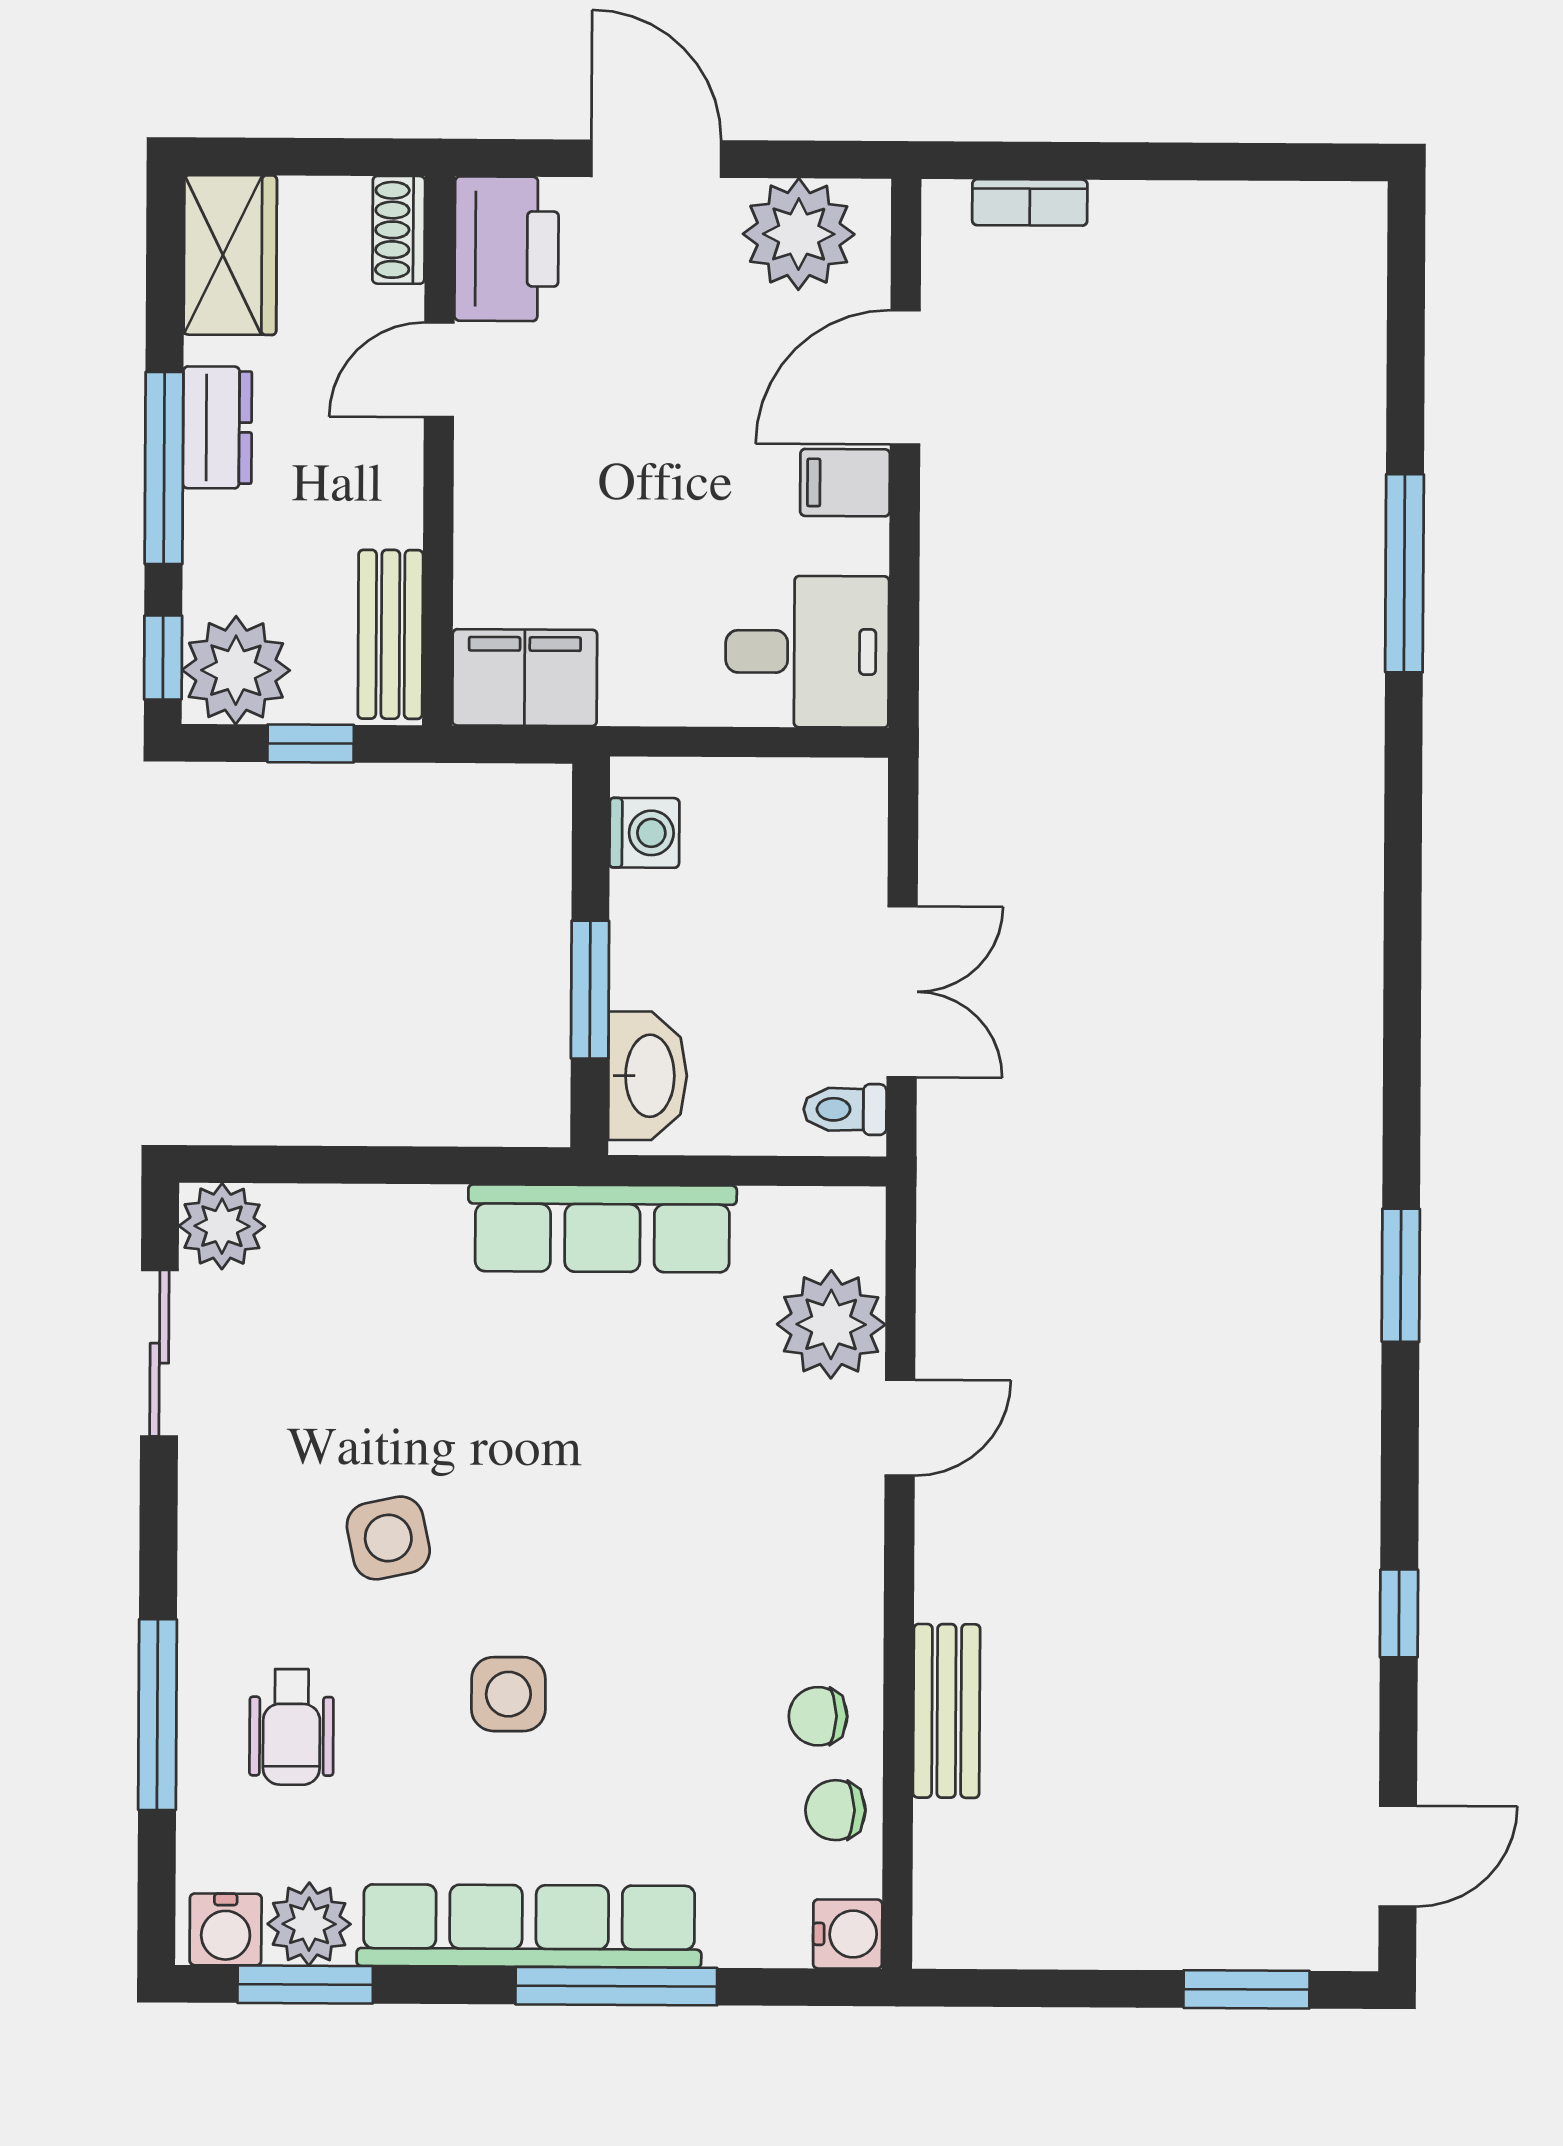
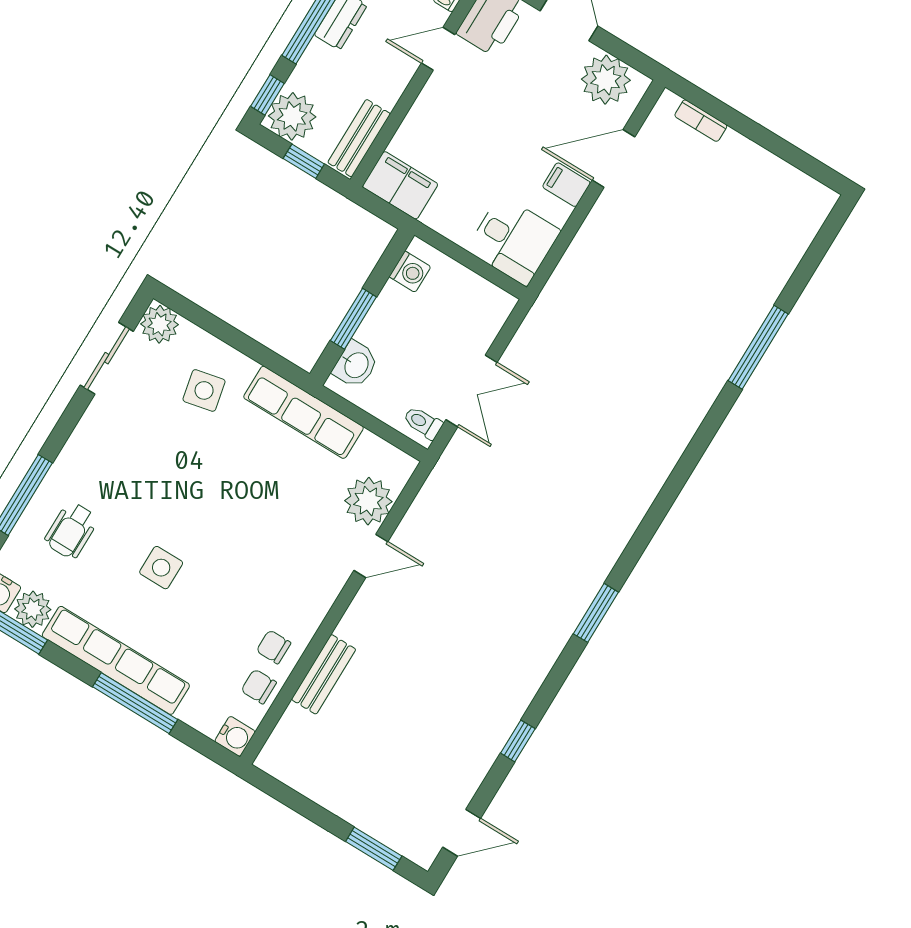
washbasin: (648, 1076) -> (356, 365), width x0.72
side table: (388, 1538) -> (204, 390), moved

